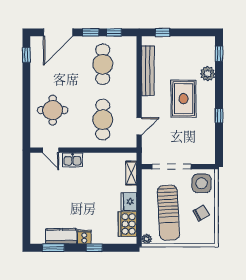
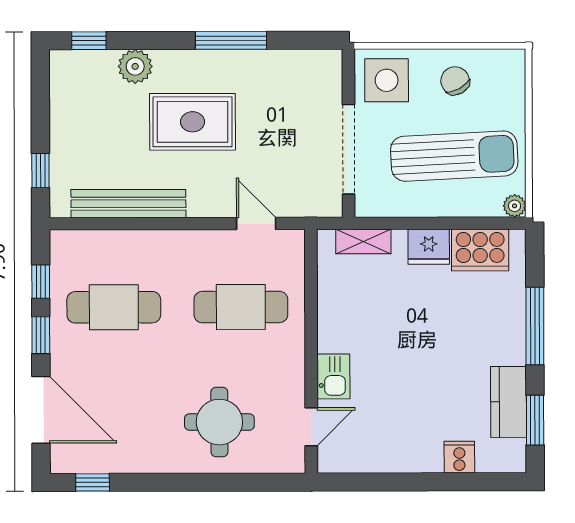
window: (219, 116) -> (231, 40), width x2.17
cooker: (84, 237) -> (459, 457), moved, turned 90
window: (94, 248) -> (535, 326), width x2.17

